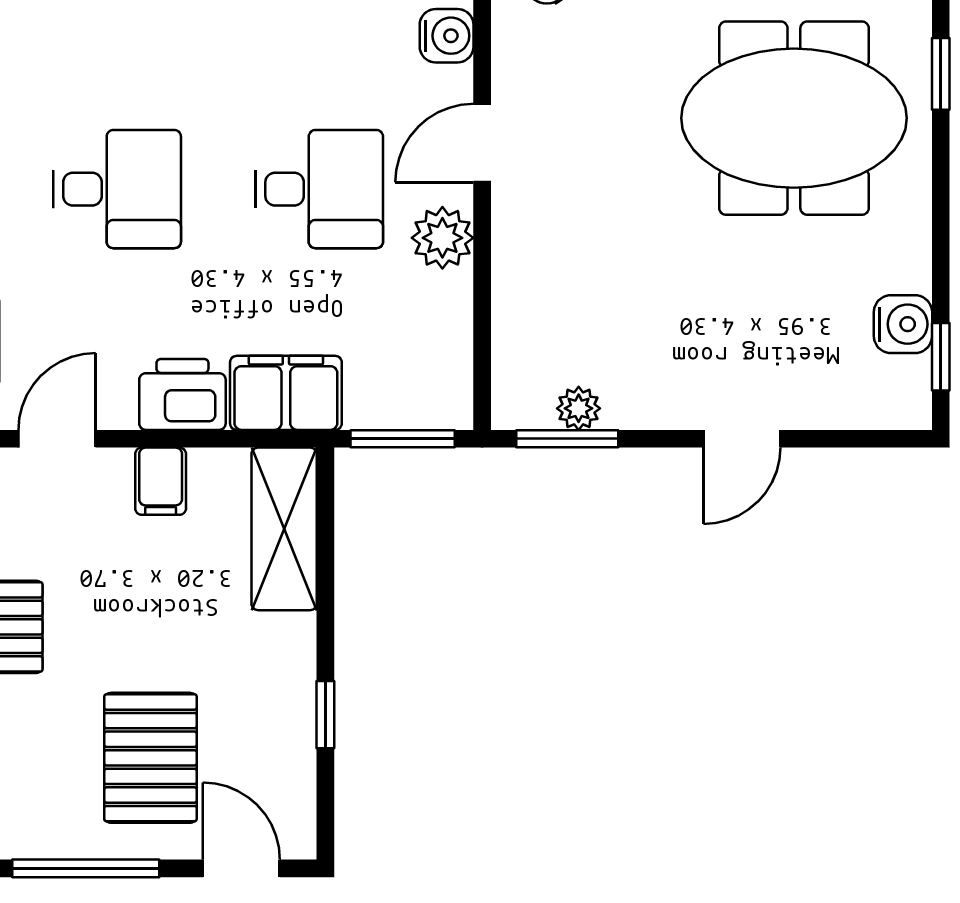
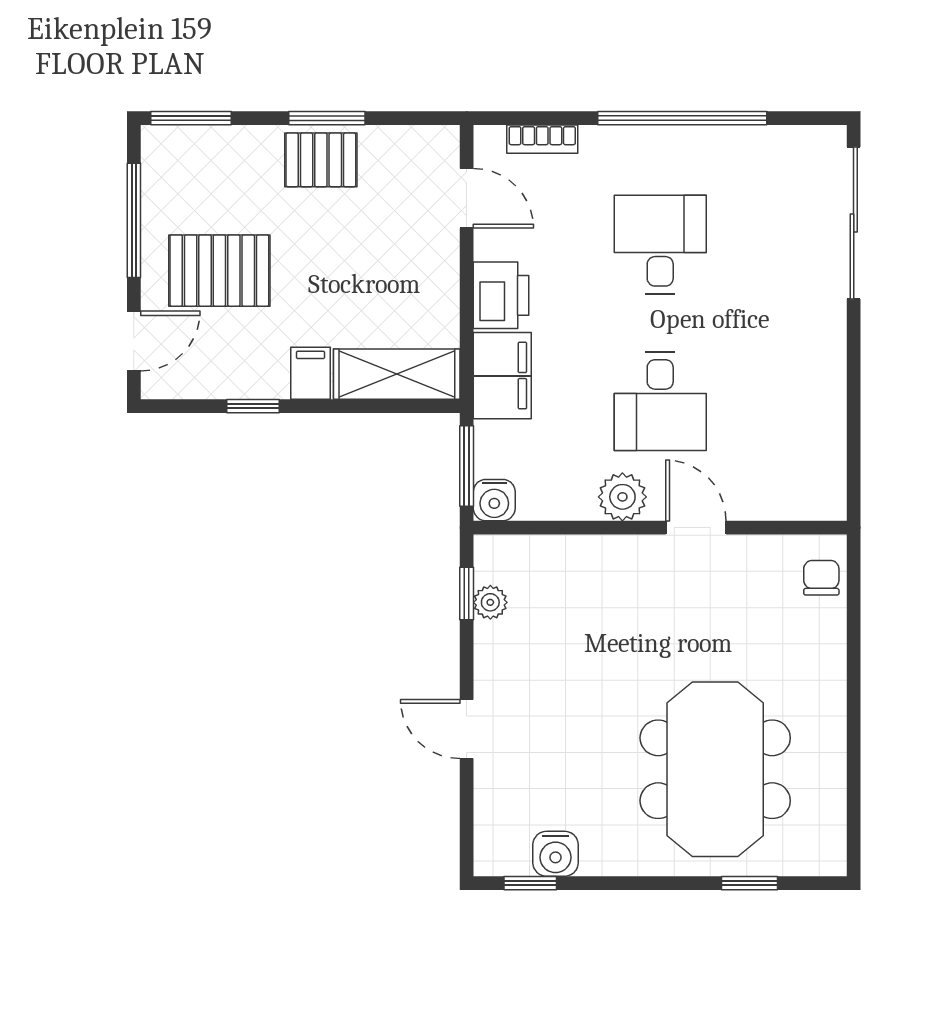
water cooler: (447, 36) -> (494, 500), moved
desk: (117, 189) -> (660, 245), turned 180
window: (567, 439) -> (467, 594), width x0.67
filing cabinet: (161, 481) -> (311, 373), moved, turned 90

